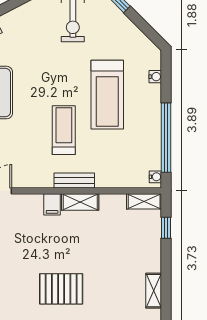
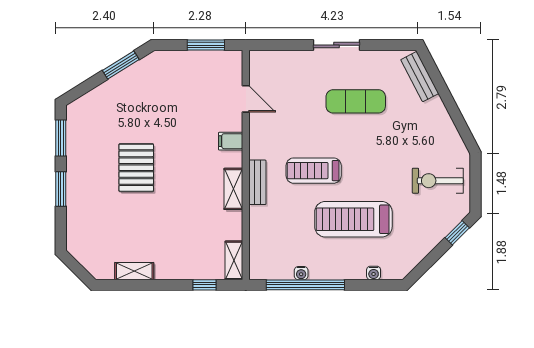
treadmill: (64, 130) -> (314, 171), turned 180
water cooler: (155, 177) -> (301, 273), moved
filing cabinet: (52, 204) -> (231, 141), moved

